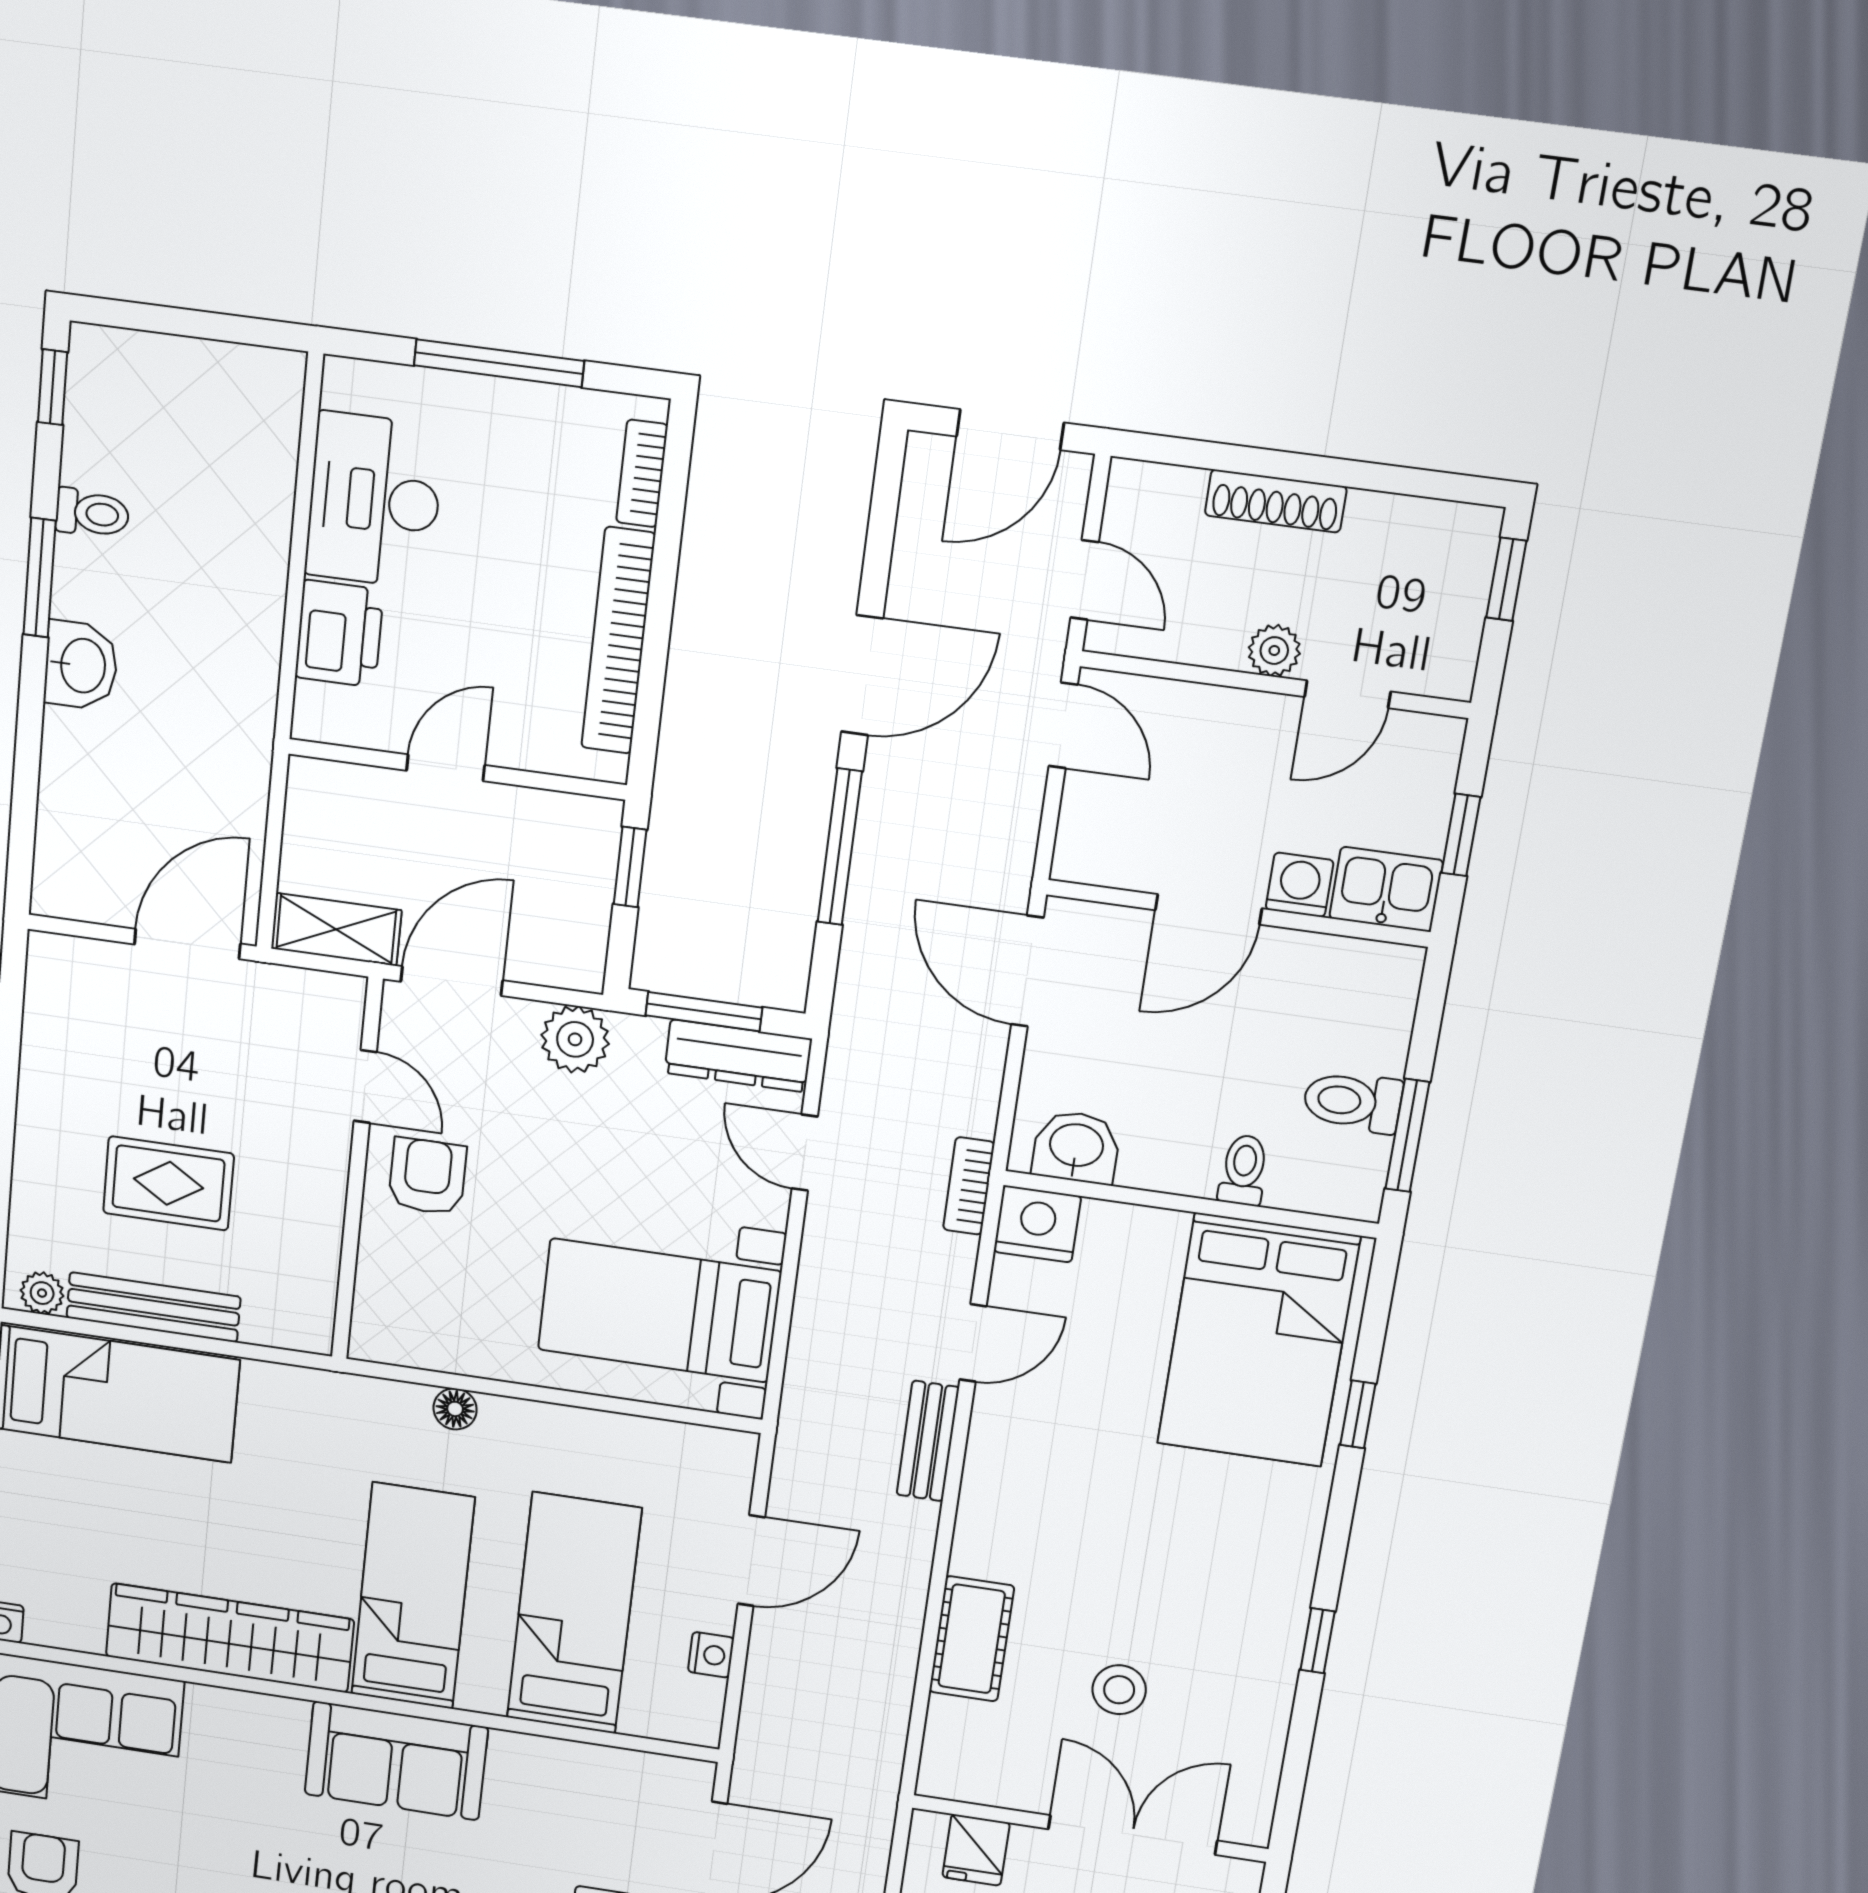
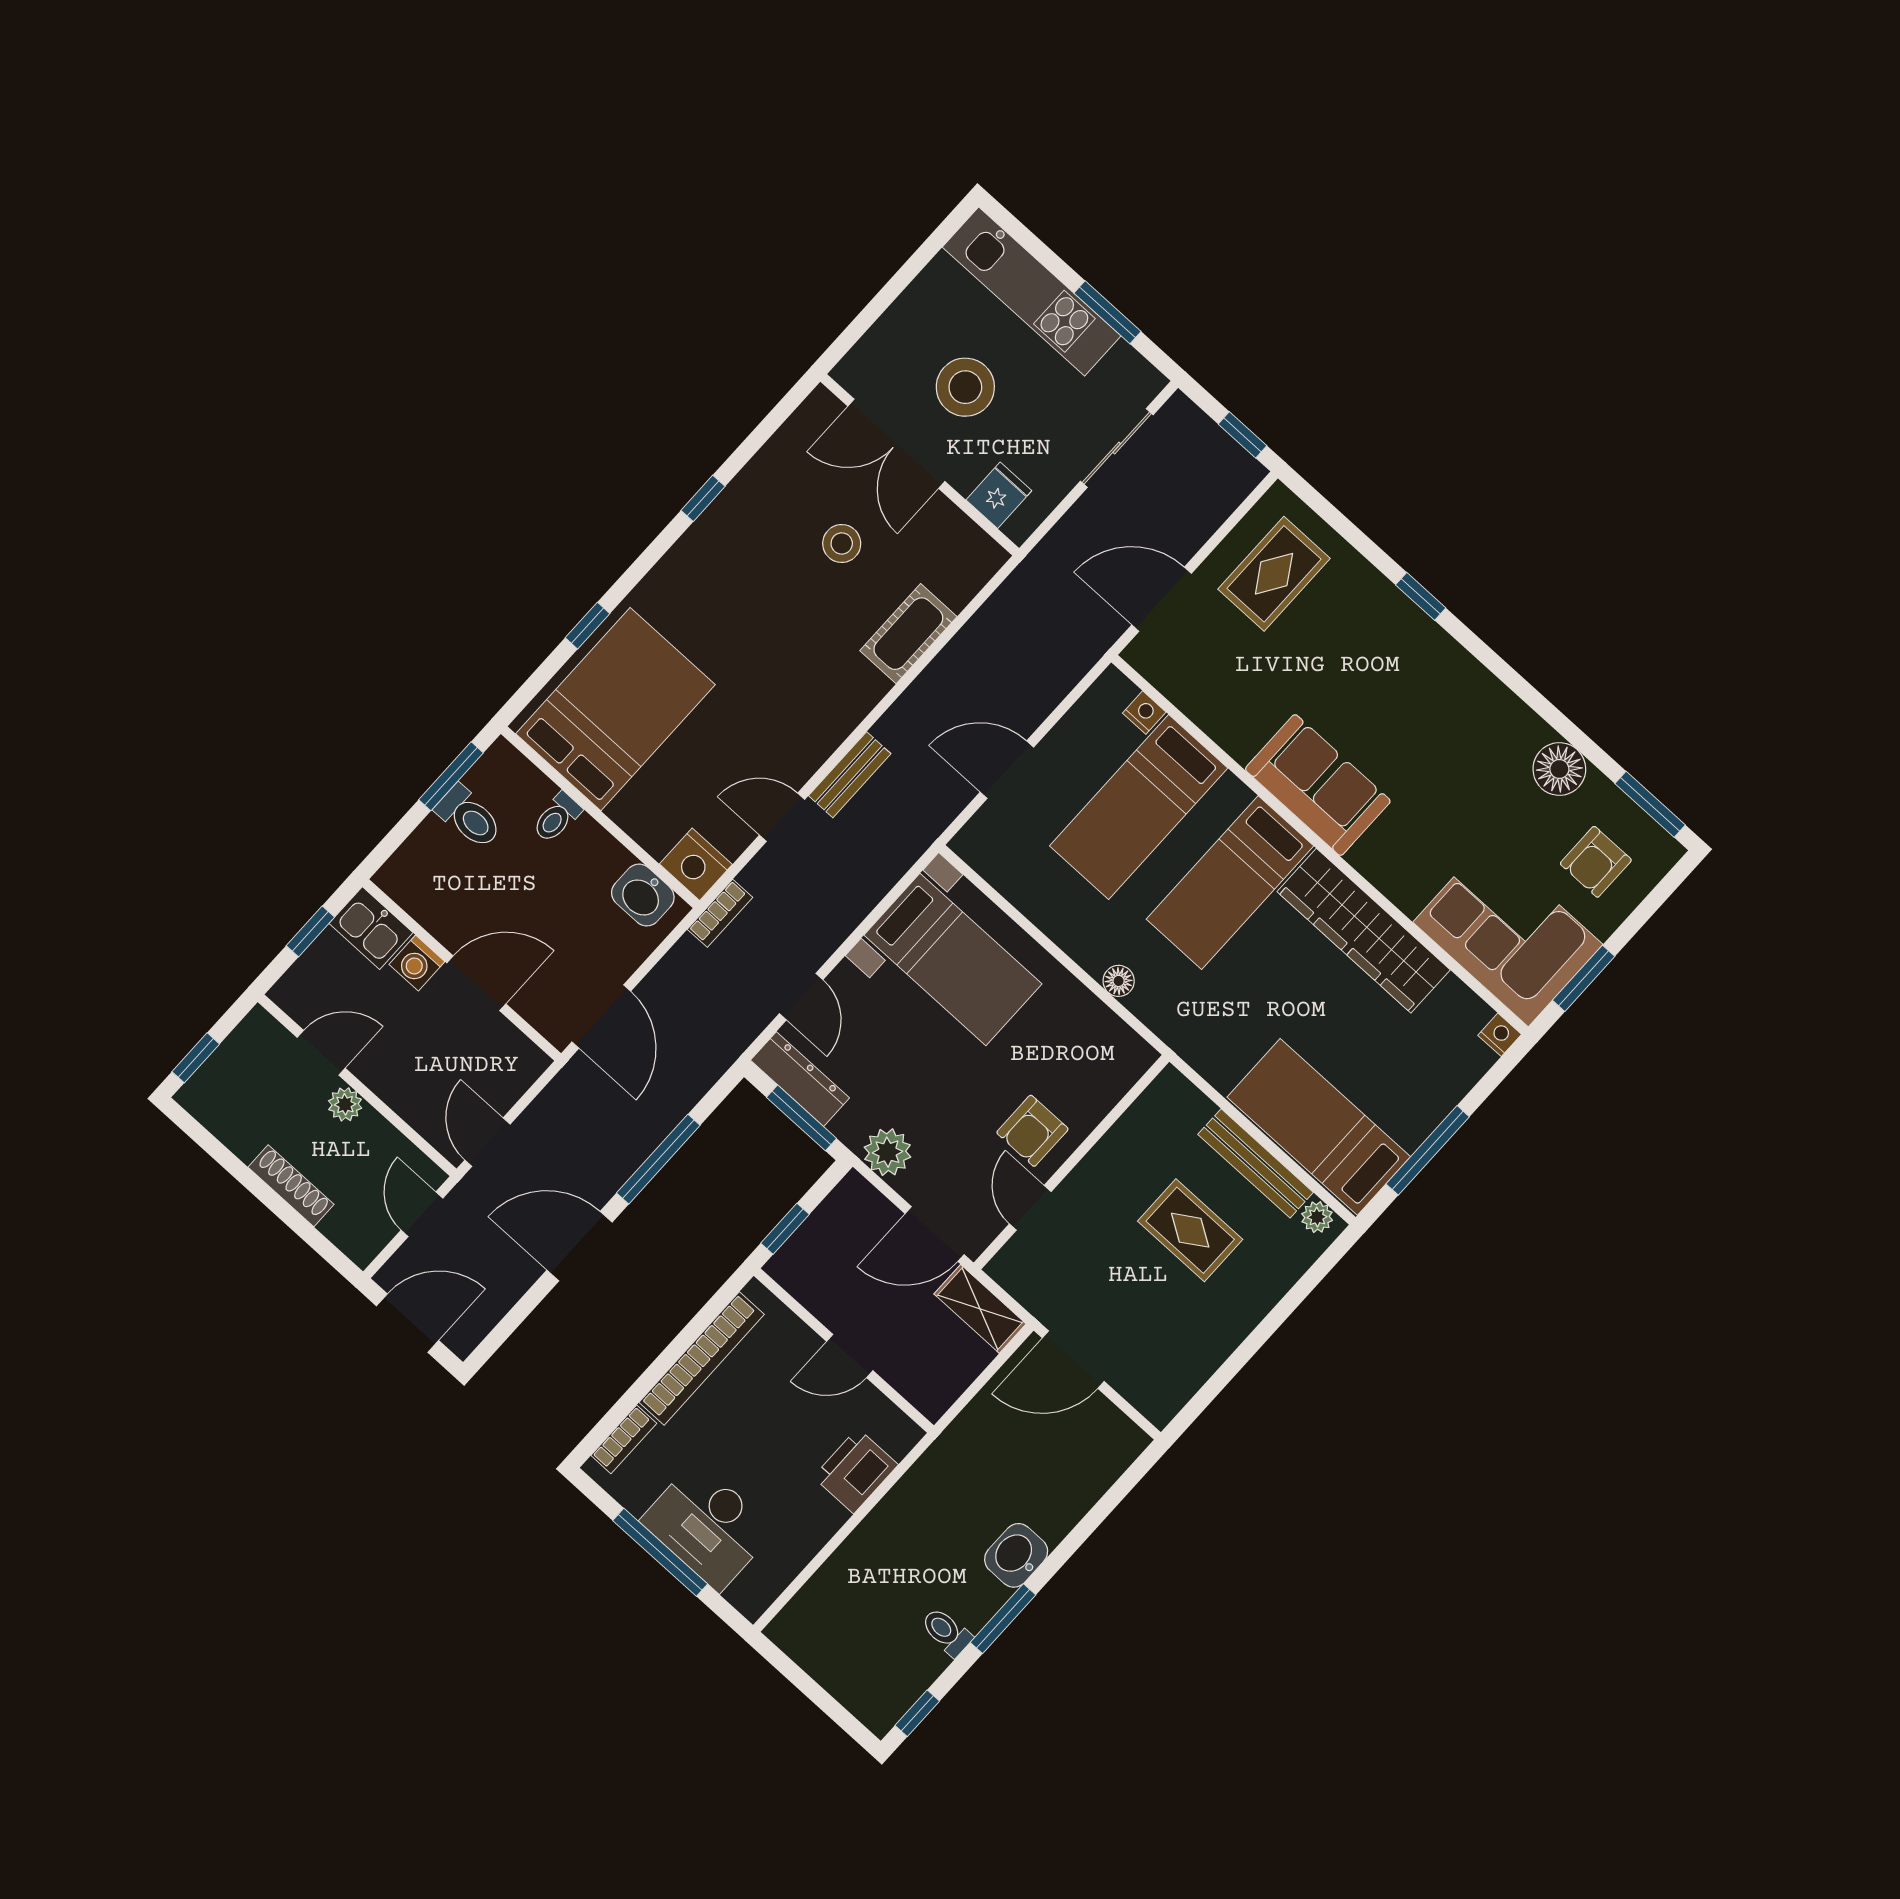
desk: (374, 500) -> (708, 1526), moved, turned 90
nightstand: (711, 1655) -> (1144, 713), moved, turned 90

